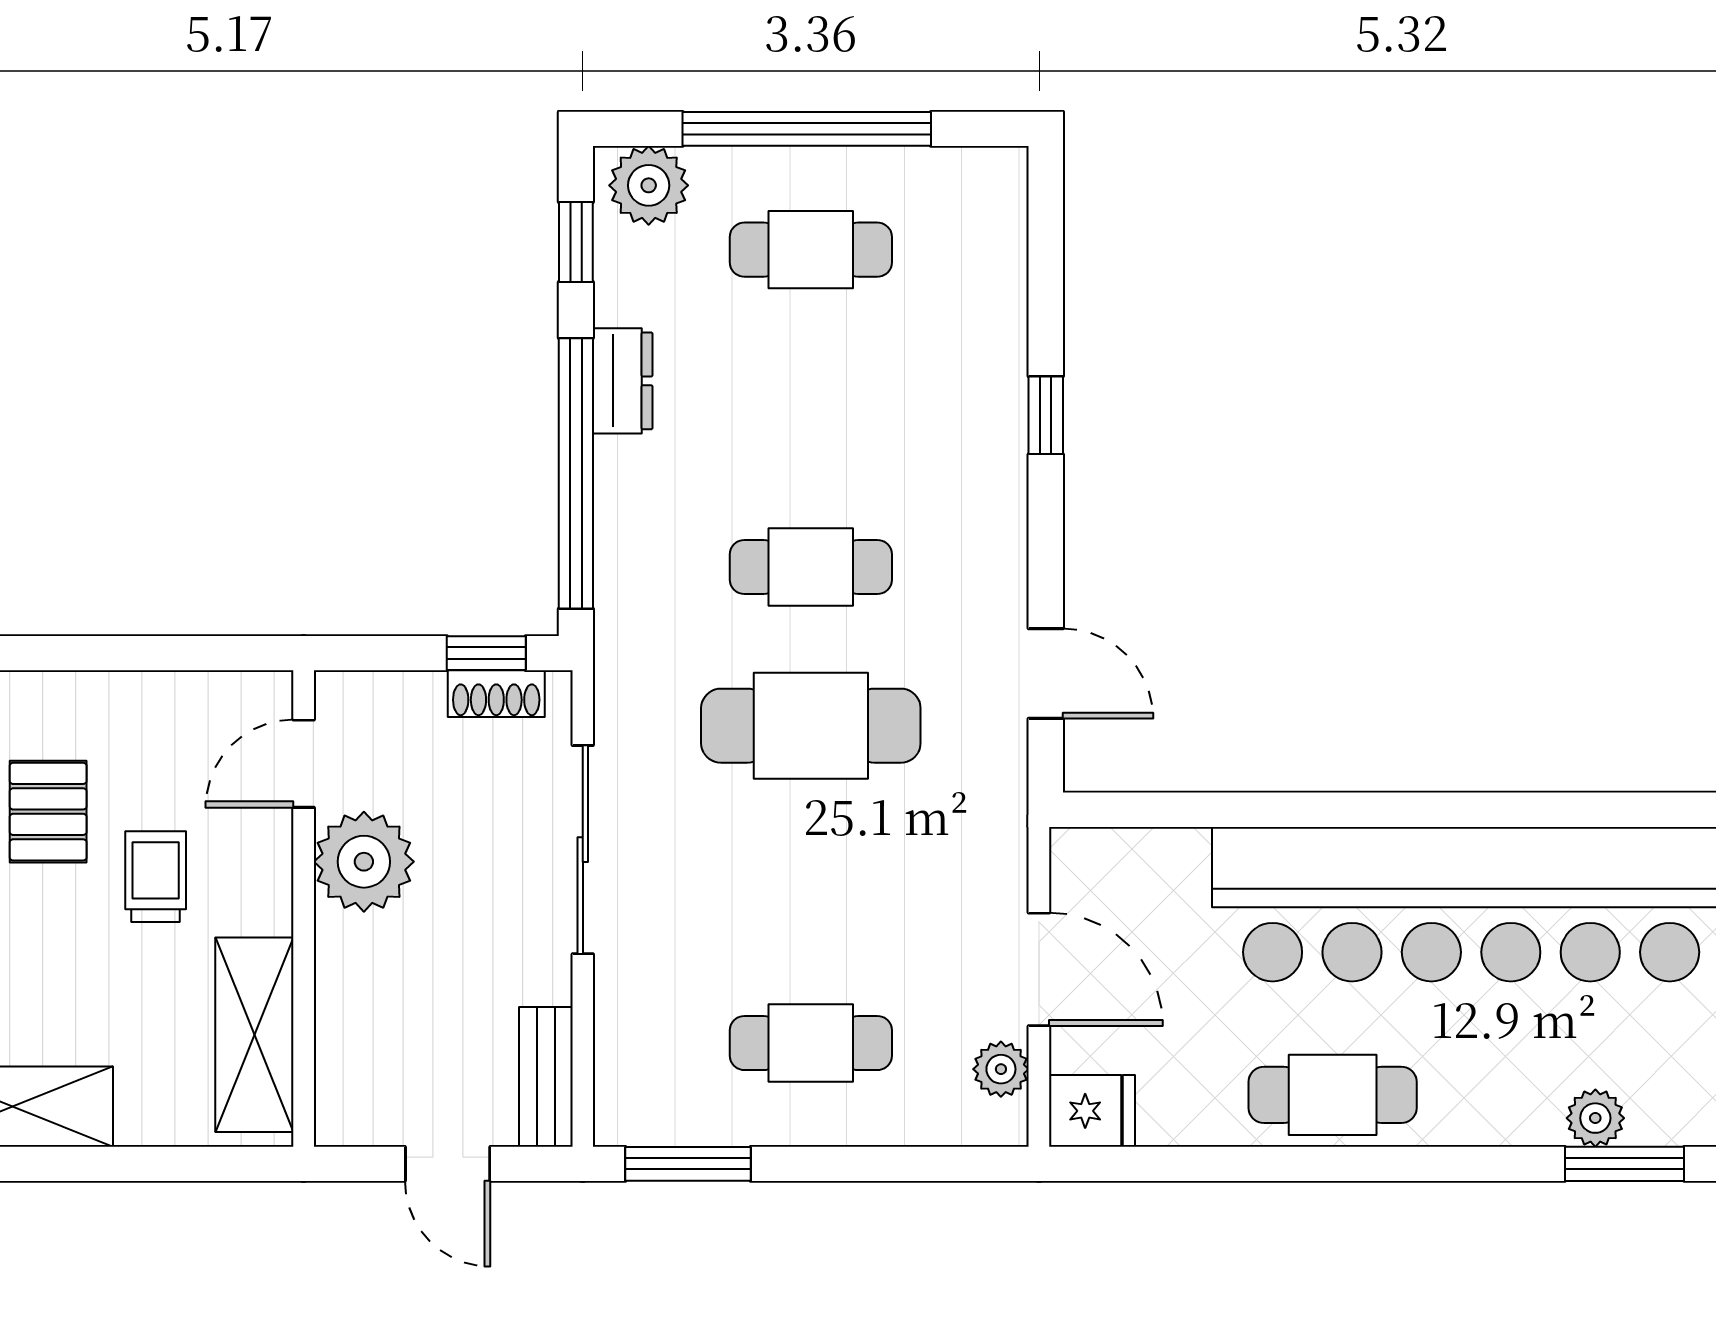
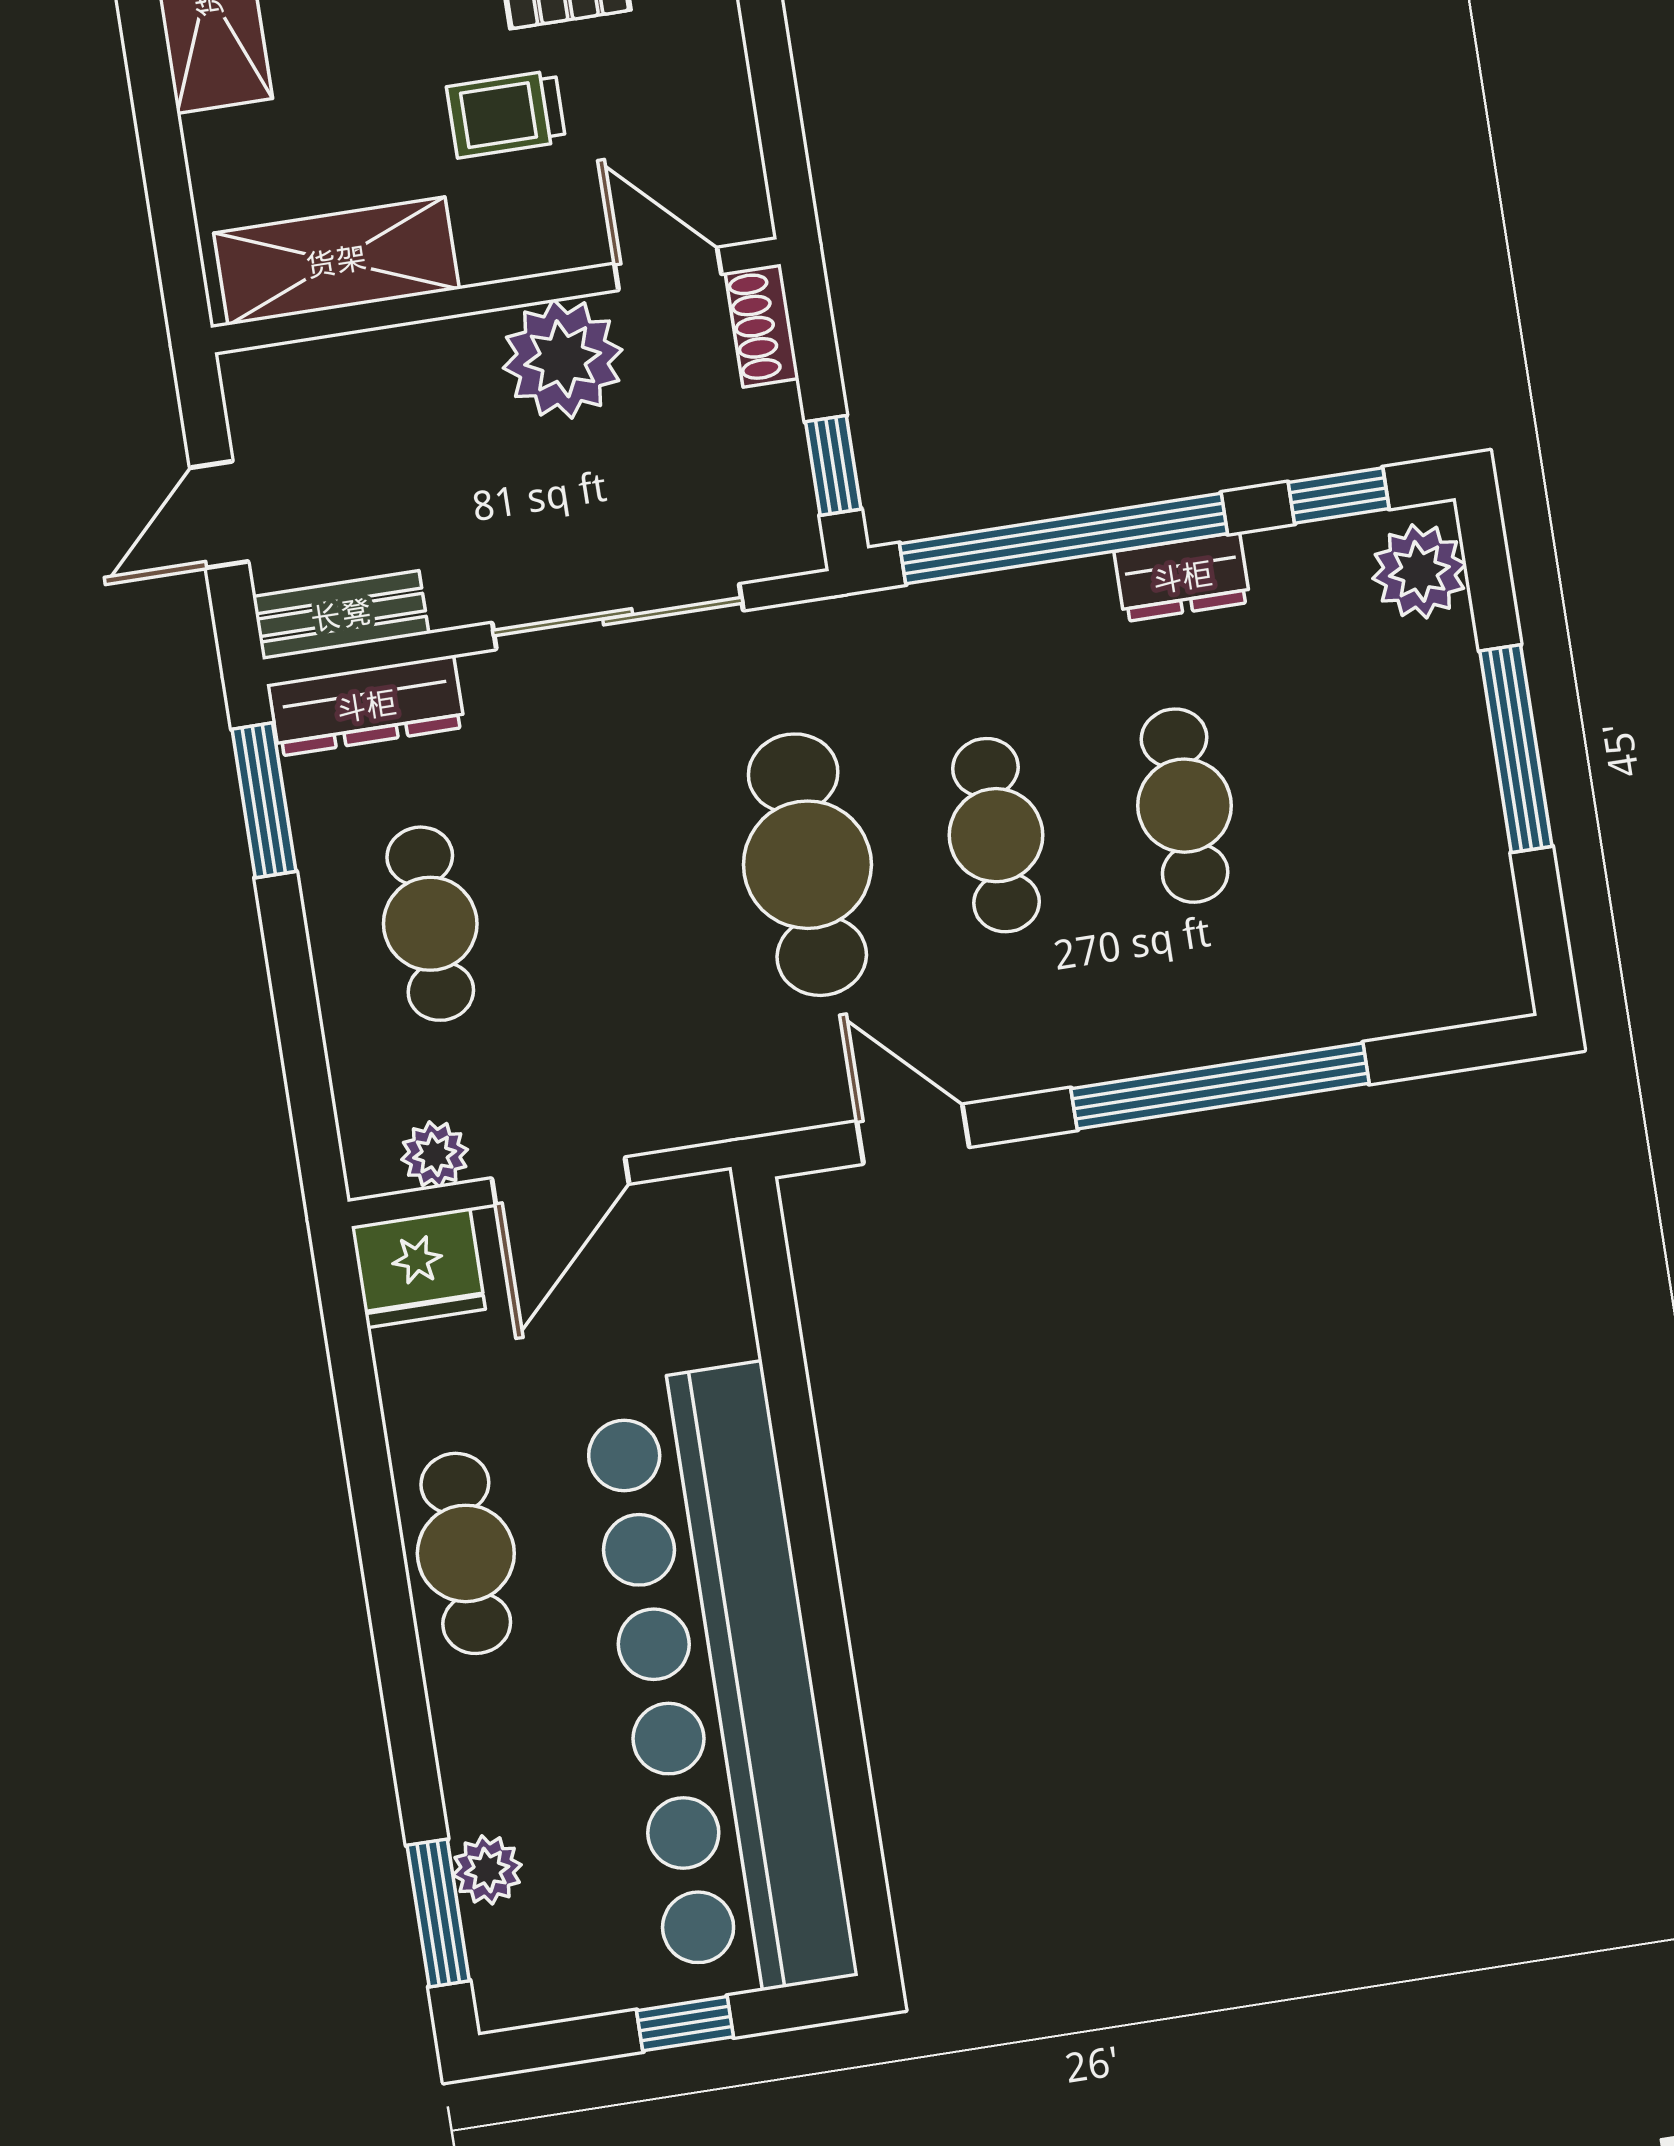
window: (807, 129) -> (1516, 749), width x0.68
cafe table: (811, 250) -> (1185, 806), moved
window: (1046, 415) -> (1220, 1086), width x3.17
door: (1046, 674) -> (913, 1134), swing flipped
shoe rack: (496, 694) -> (762, 325), moved
trolley: (156, 877) -> (506, 114), turned 180
dresser: (624, 1067) -> (366, 706), added
fridge: (1092, 1111) -> (418, 1268), width x1.38

